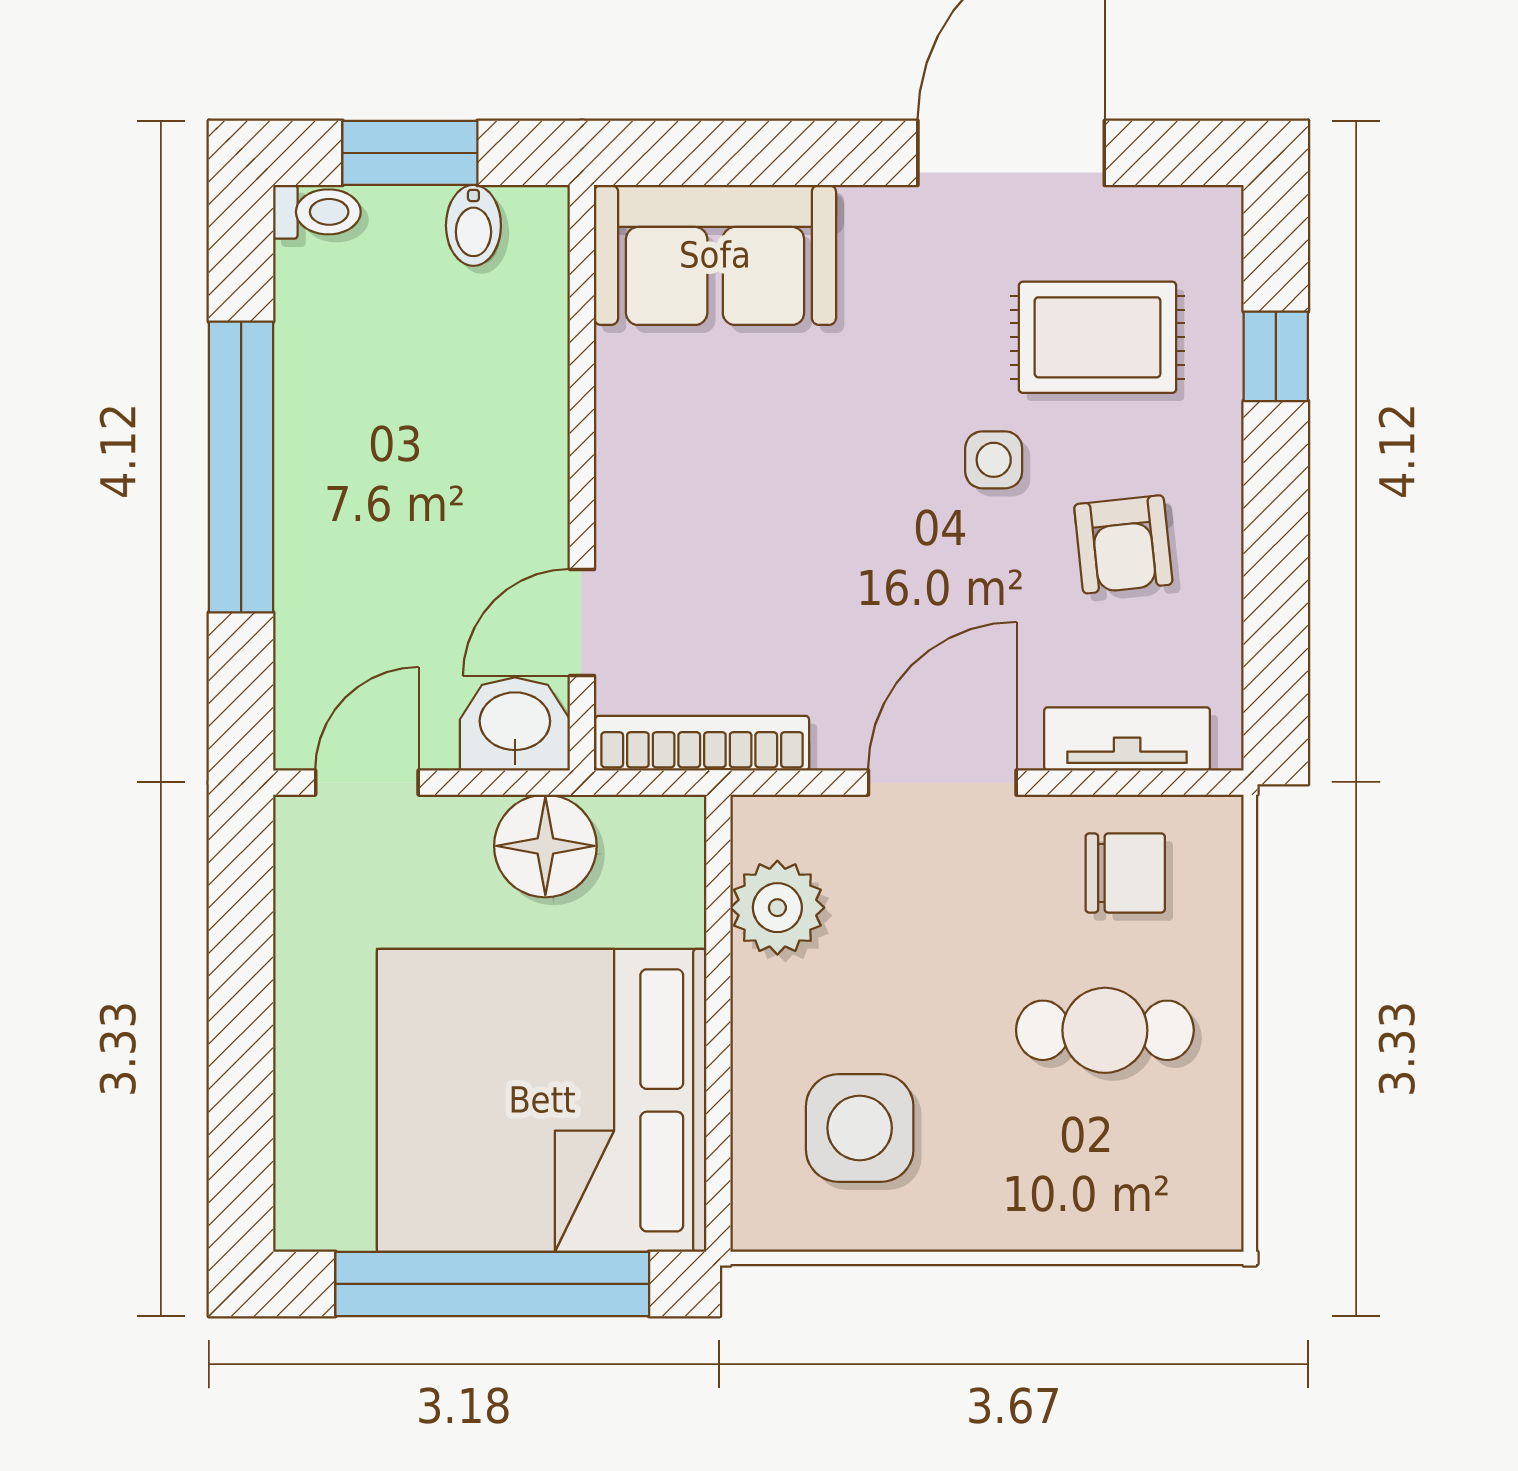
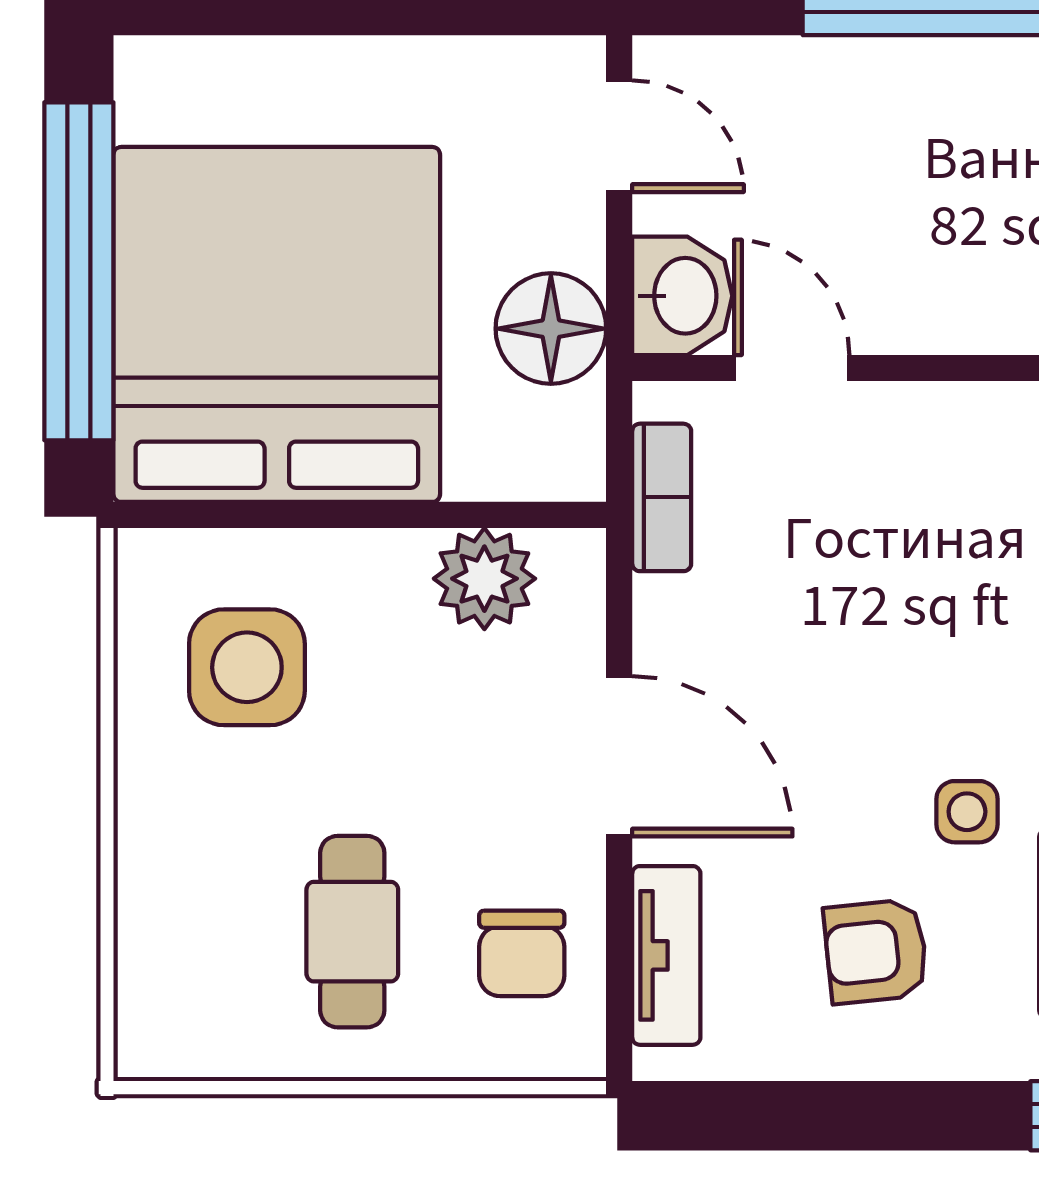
bookcase: (702, 743) -> (662, 497), width x0.64

